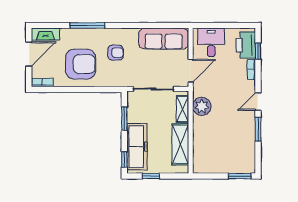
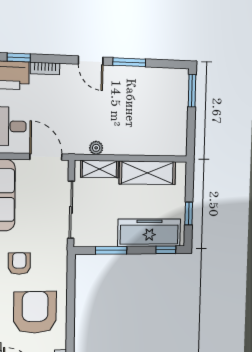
plant: (202, 106) -> (96, 148), width x0.53, depth x0.53

